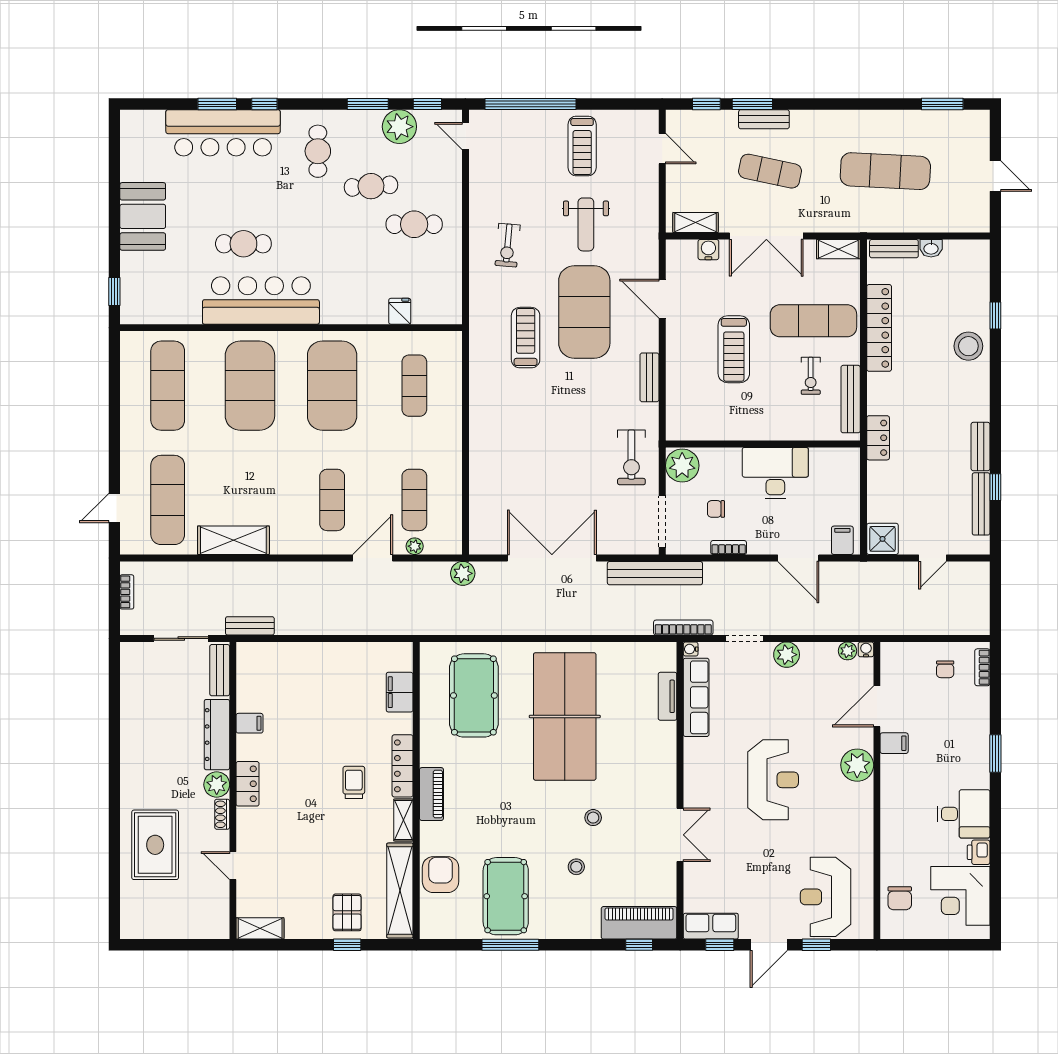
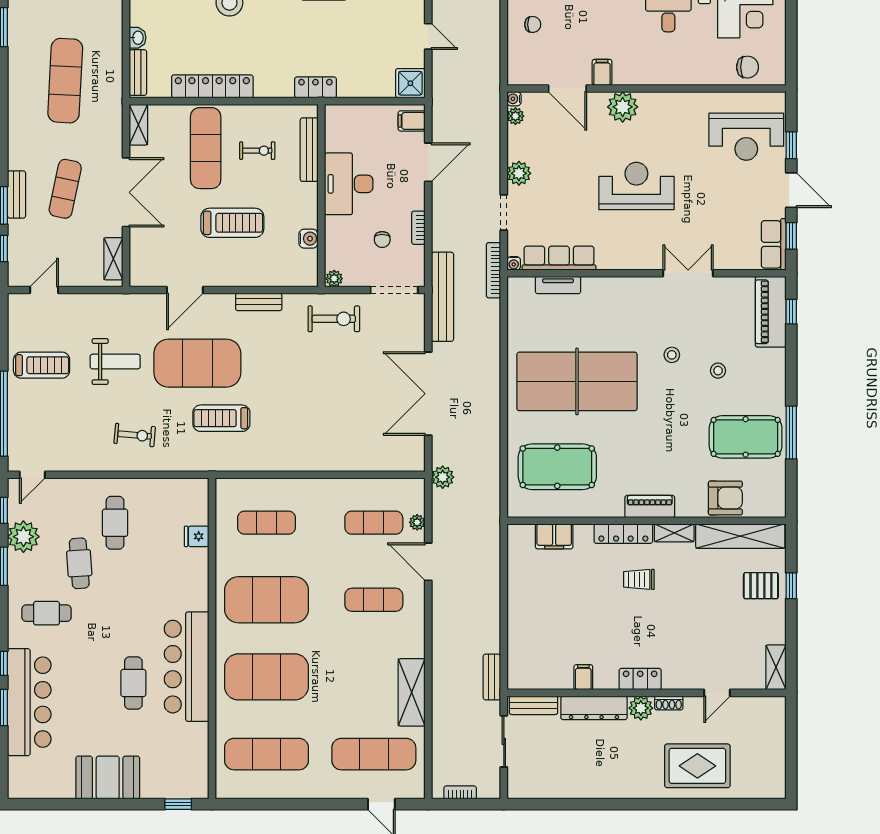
water cooler: (708, 250) -> (308, 239), moved, turned 180
bench: (851, 399) -> (309, 150), moved, turned 90
plant: (682, 466) -> (334, 279), width x0.53, depth x0.53
armchair: (441, 875) -> (725, 498), turned 180

